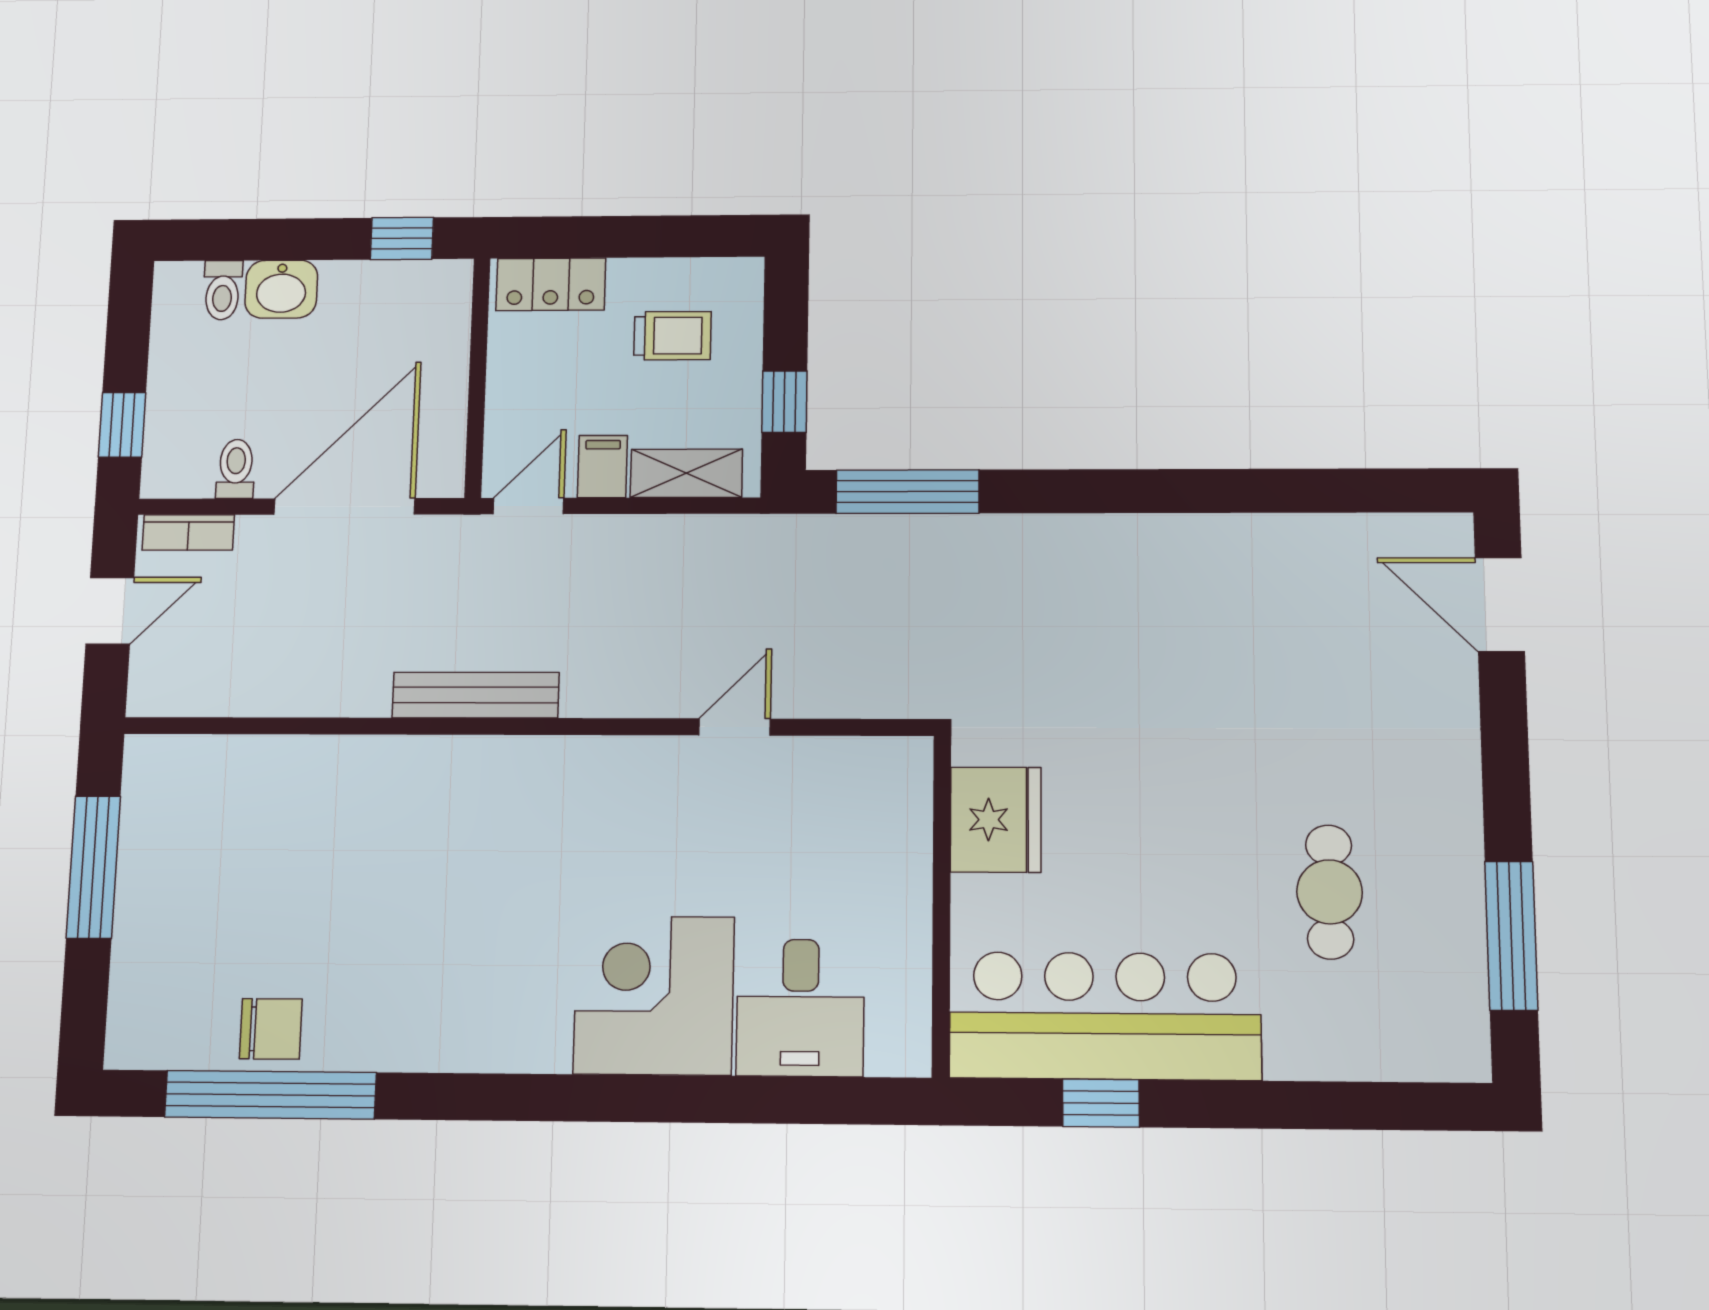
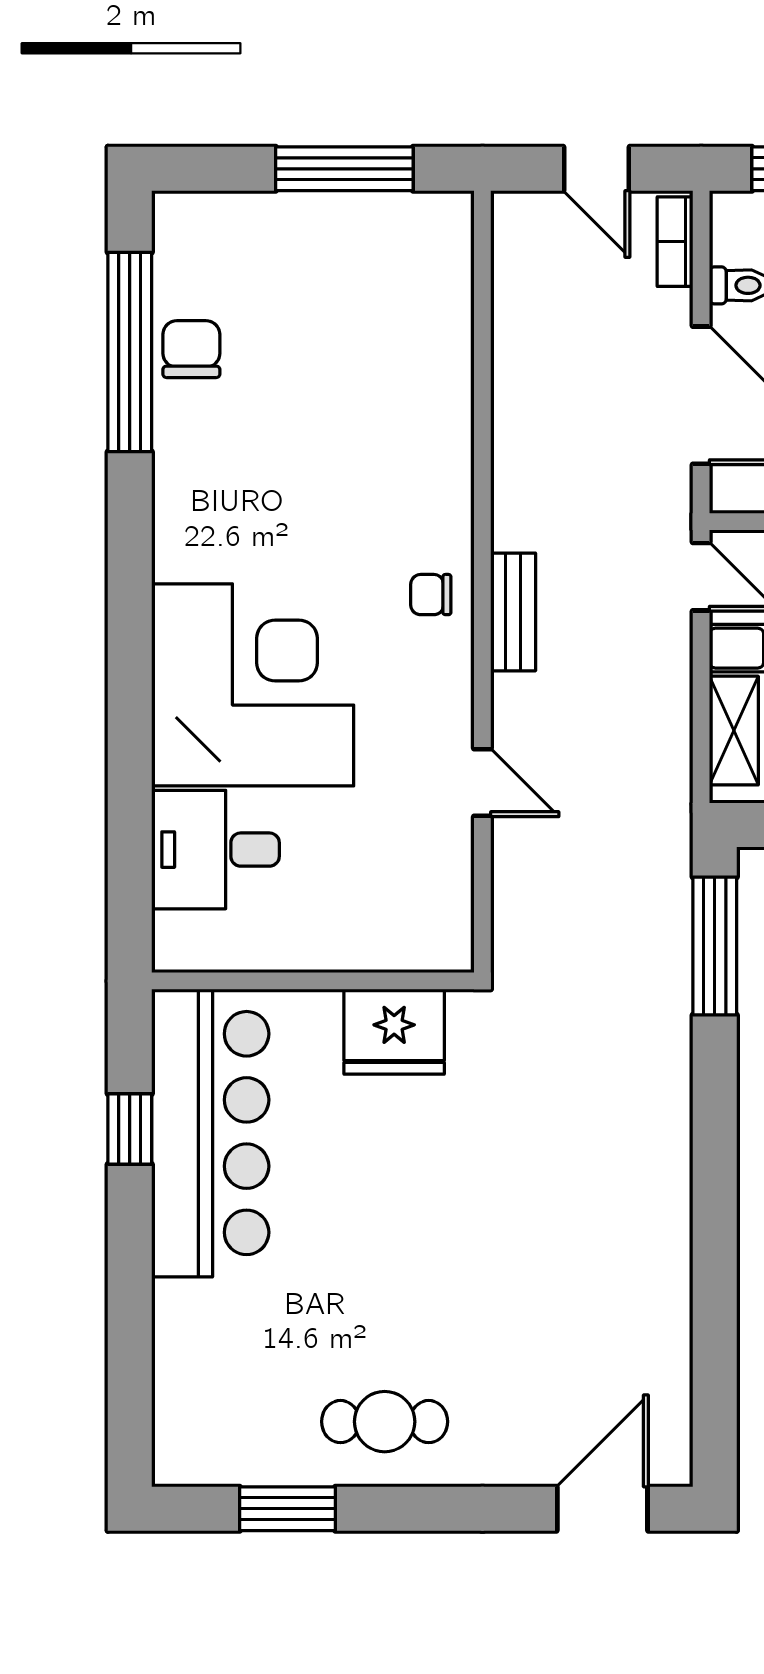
bench: (476, 695) -> (513, 612), moved, width x0.73
chair: (537, 780) -> (431, 595), added
cafe table: (1330, 892) -> (385, 1422), moved
window: (1511, 936) -> (287, 1509), width x0.69
corner desk: (654, 995) -> (253, 685), width x1.36, depth x1.36
chair: (271, 1029) -> (191, 349), turned 180

